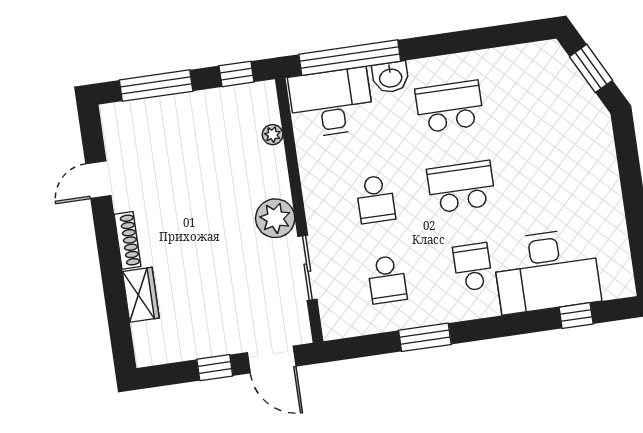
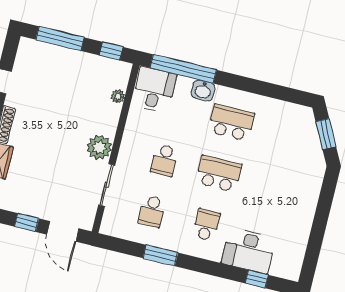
desk: (331, 103) -> (154, 90), width x0.73
desk: (547, 271) -> (248, 251), width x0.73, depth x0.77

